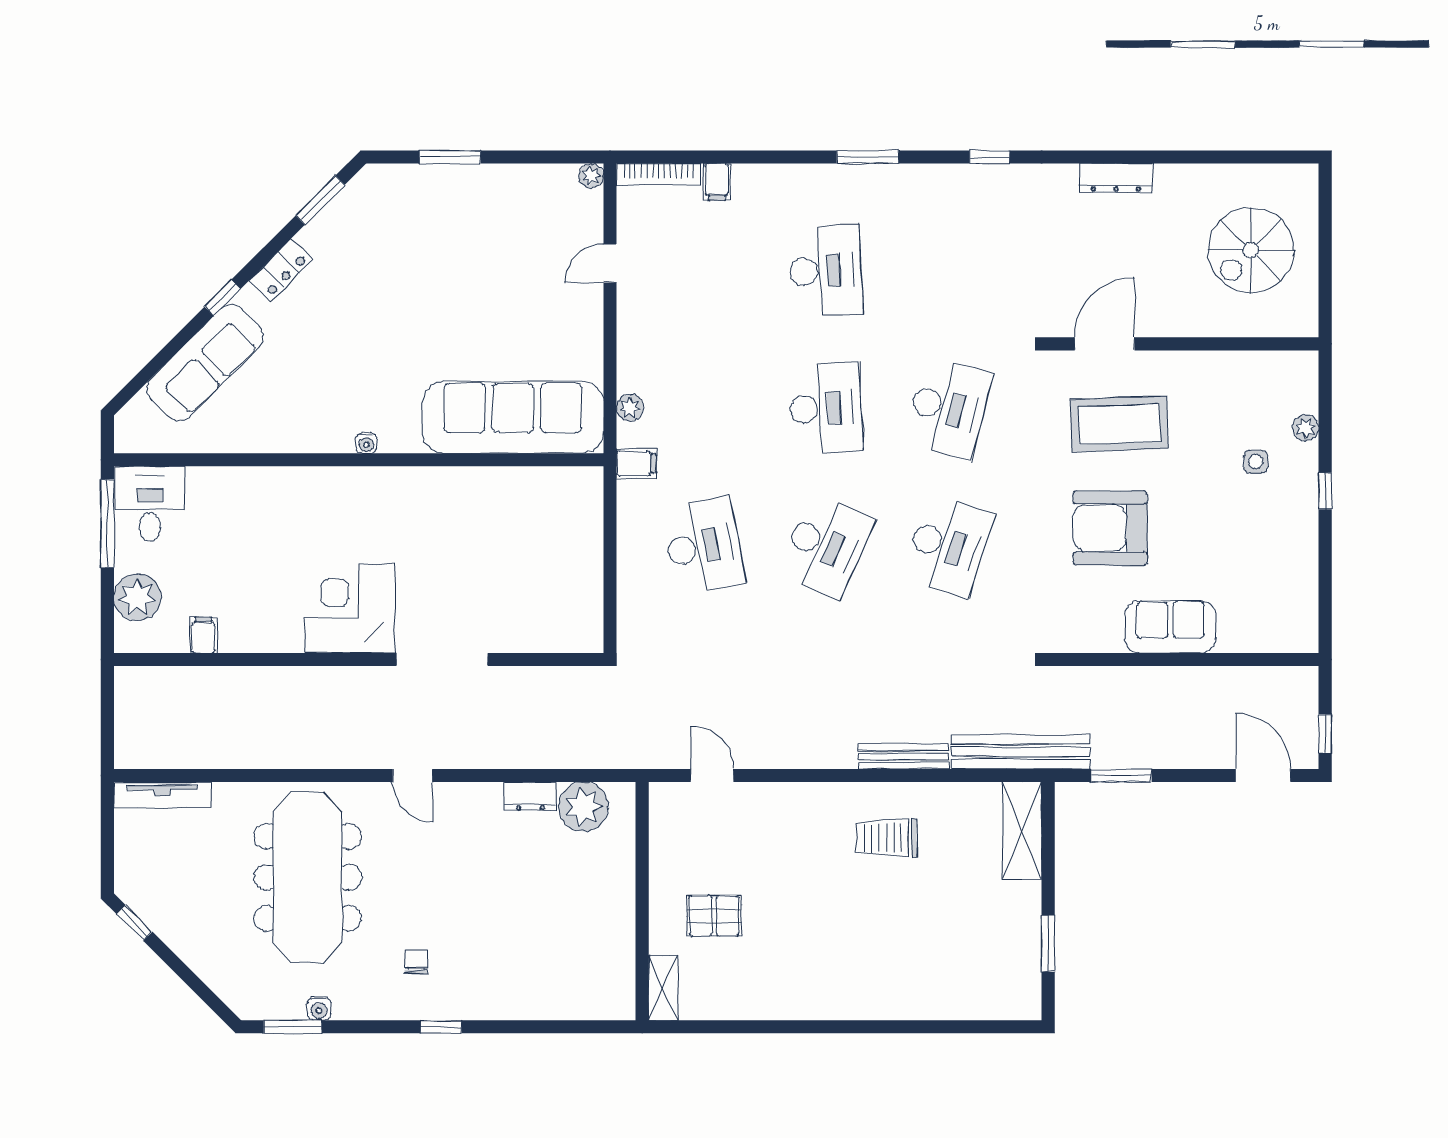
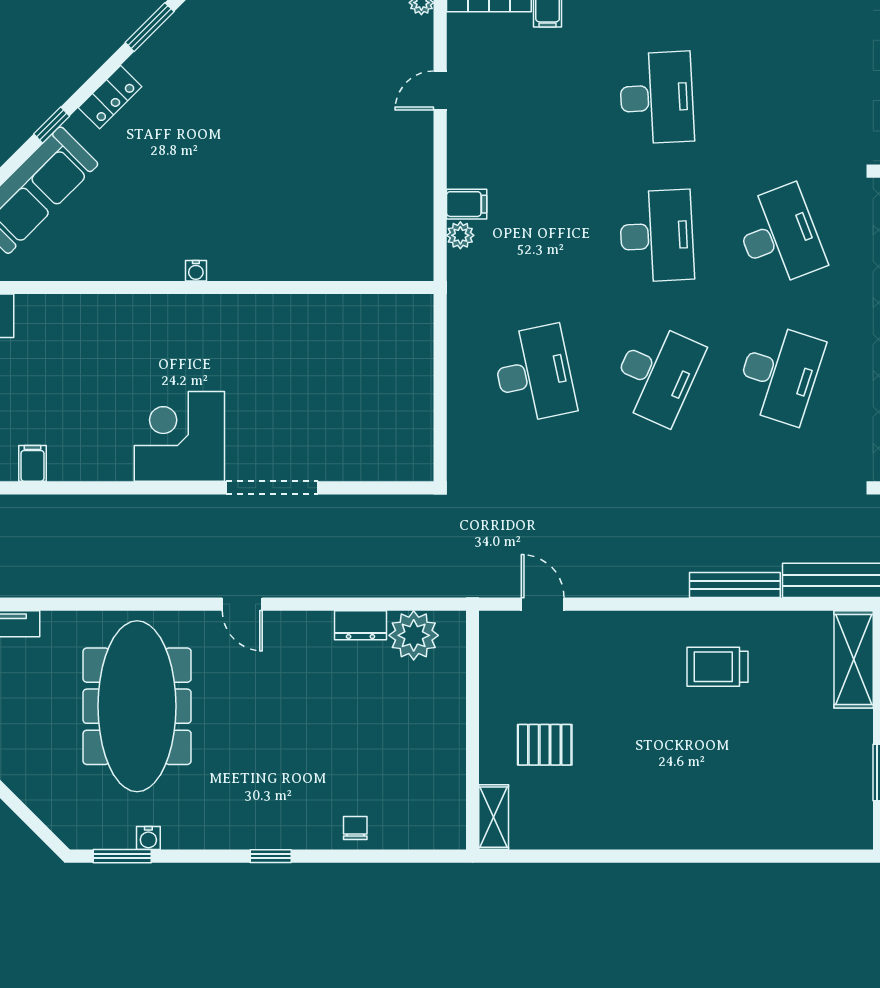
desk: (948, 408) -> (779, 236), turned -36
sofa: (513, 417) -> (343, 245), removed
filing cabinet: (636, 463) -> (467, 204), moved
chair: (416, 962) -> (355, 828), moved

